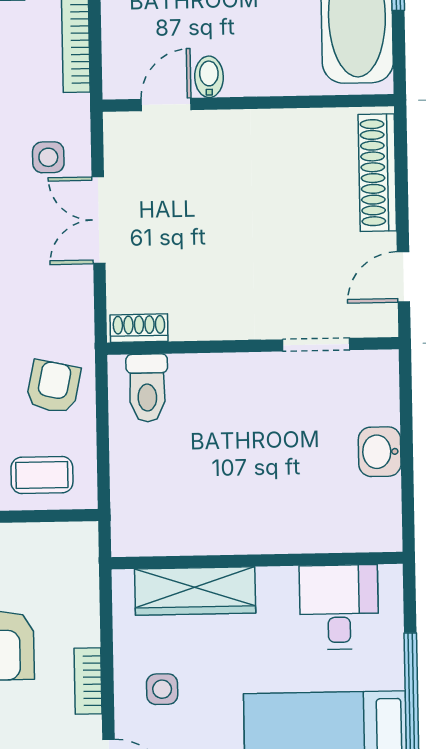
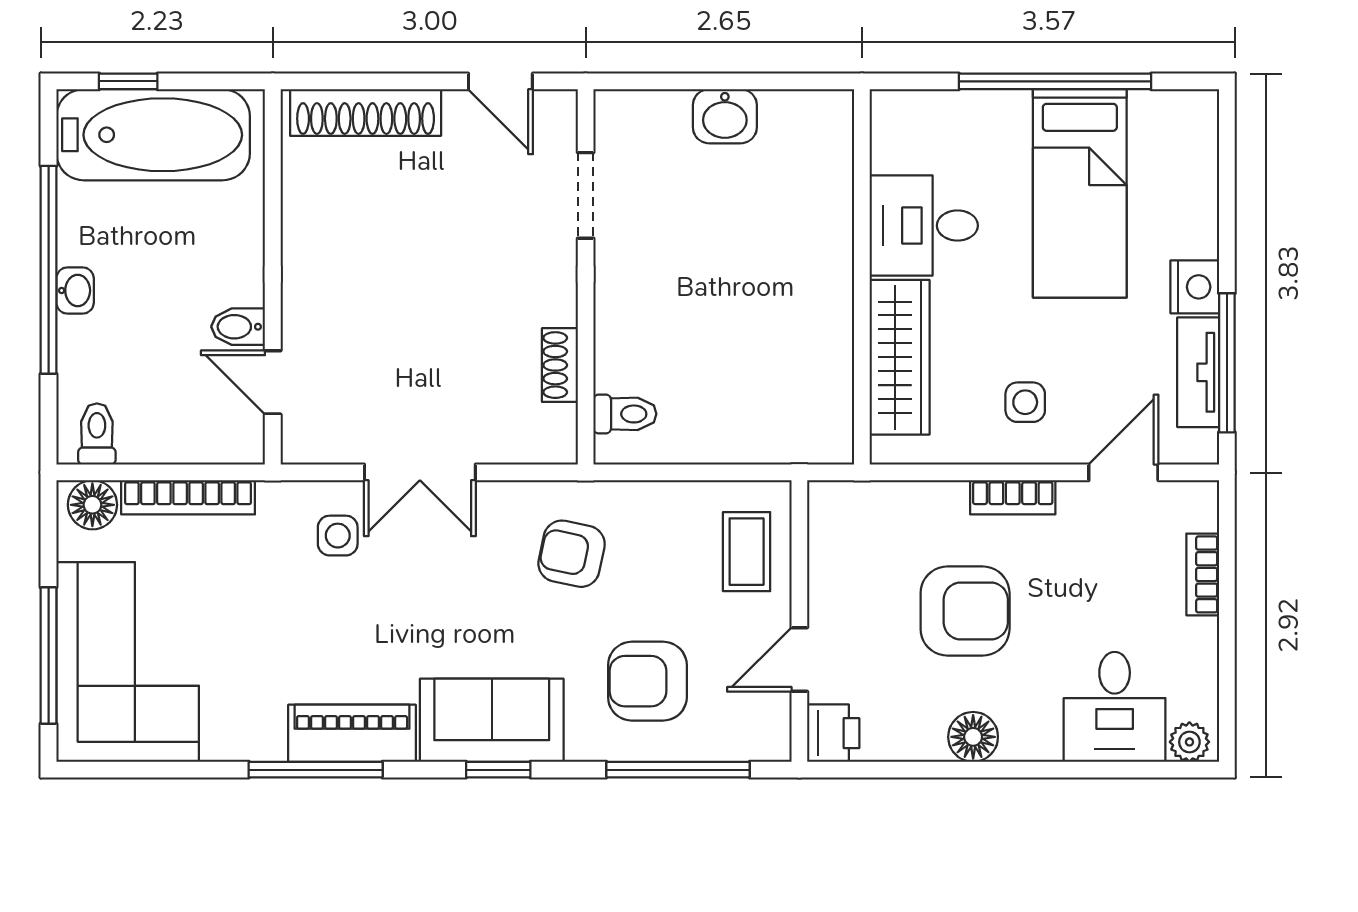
shoe rack: (139, 328) -> (560, 365), moved
armchair: (53, 387) -> (572, 554), moved
toilet: (147, 388) -> (625, 414), width x0.73, depth x0.72
desk: (339, 607) -> (924, 226), moved

